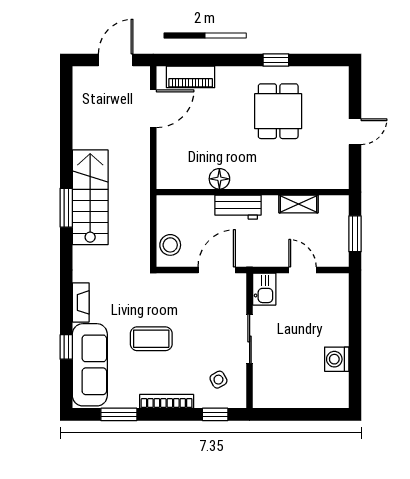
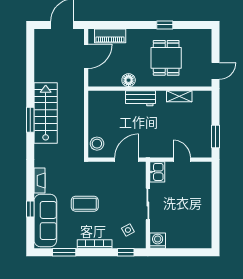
floor lamp: (219, 179) -> (129, 80), moved
wall: (253, 192) -> (150, 89), moved
shelving: (299, 204) -> (179, 96), moved
workbench: (238, 207) -> (140, 98), moved
washing machine: (337, 359) -> (158, 241), moved, turned 90

